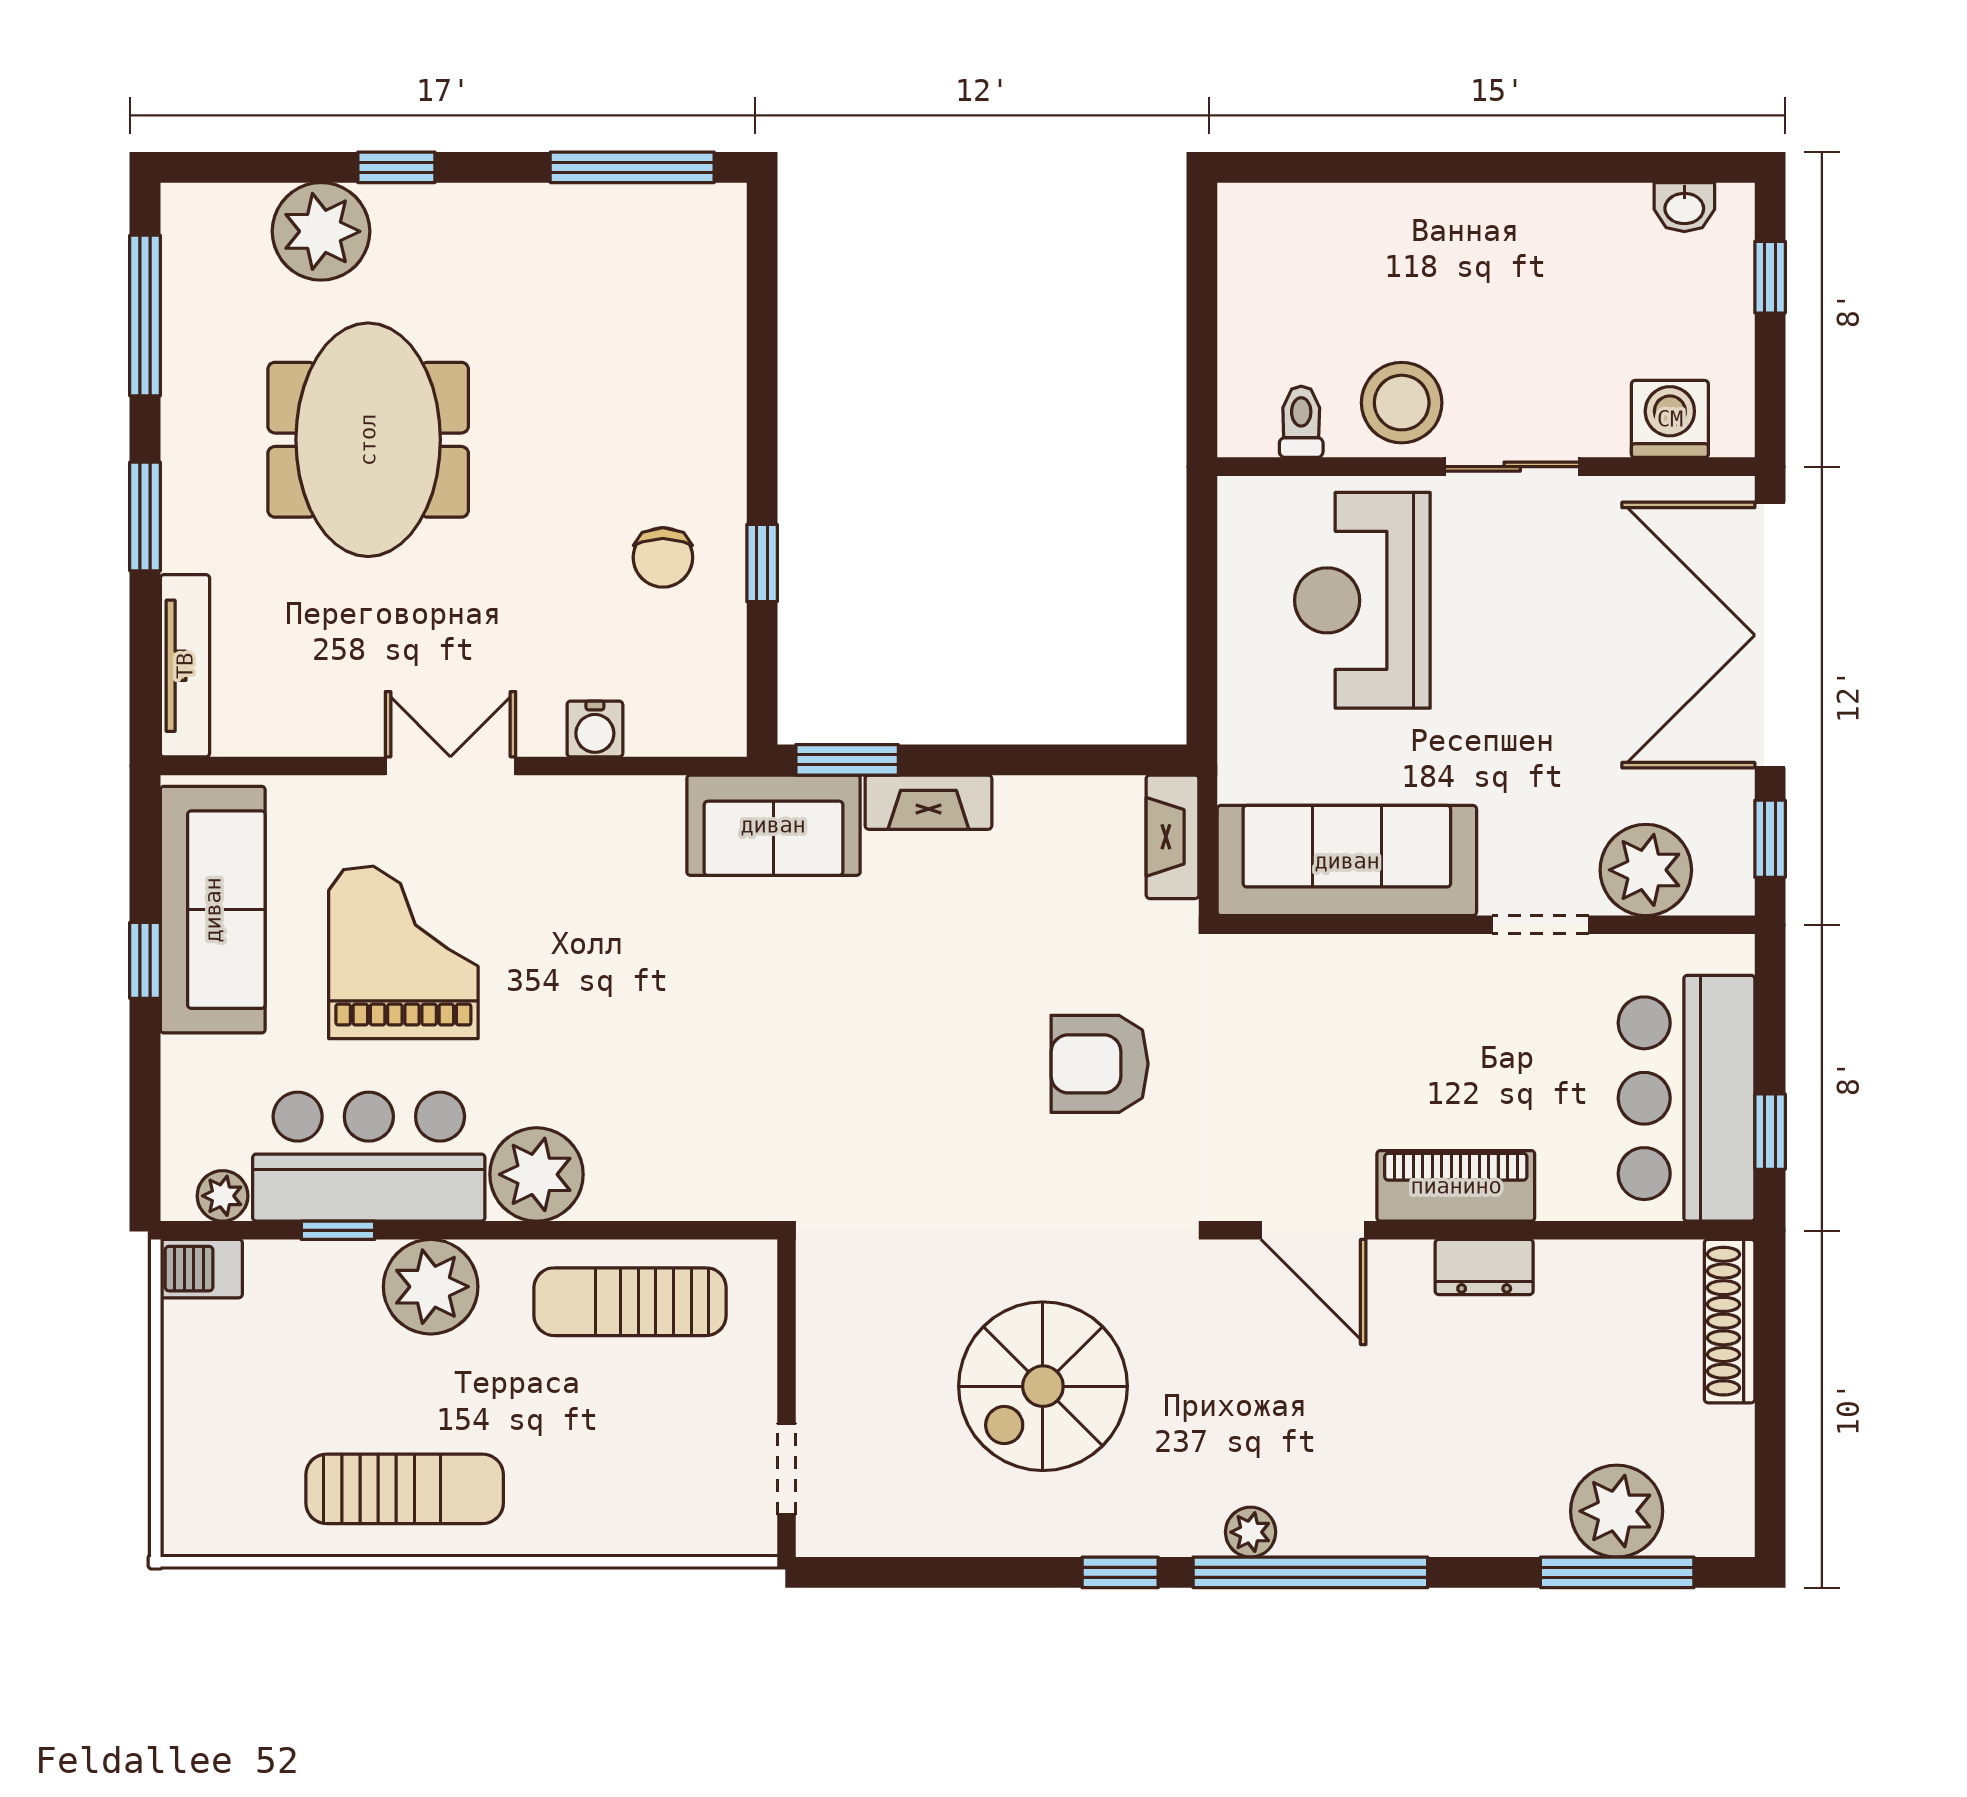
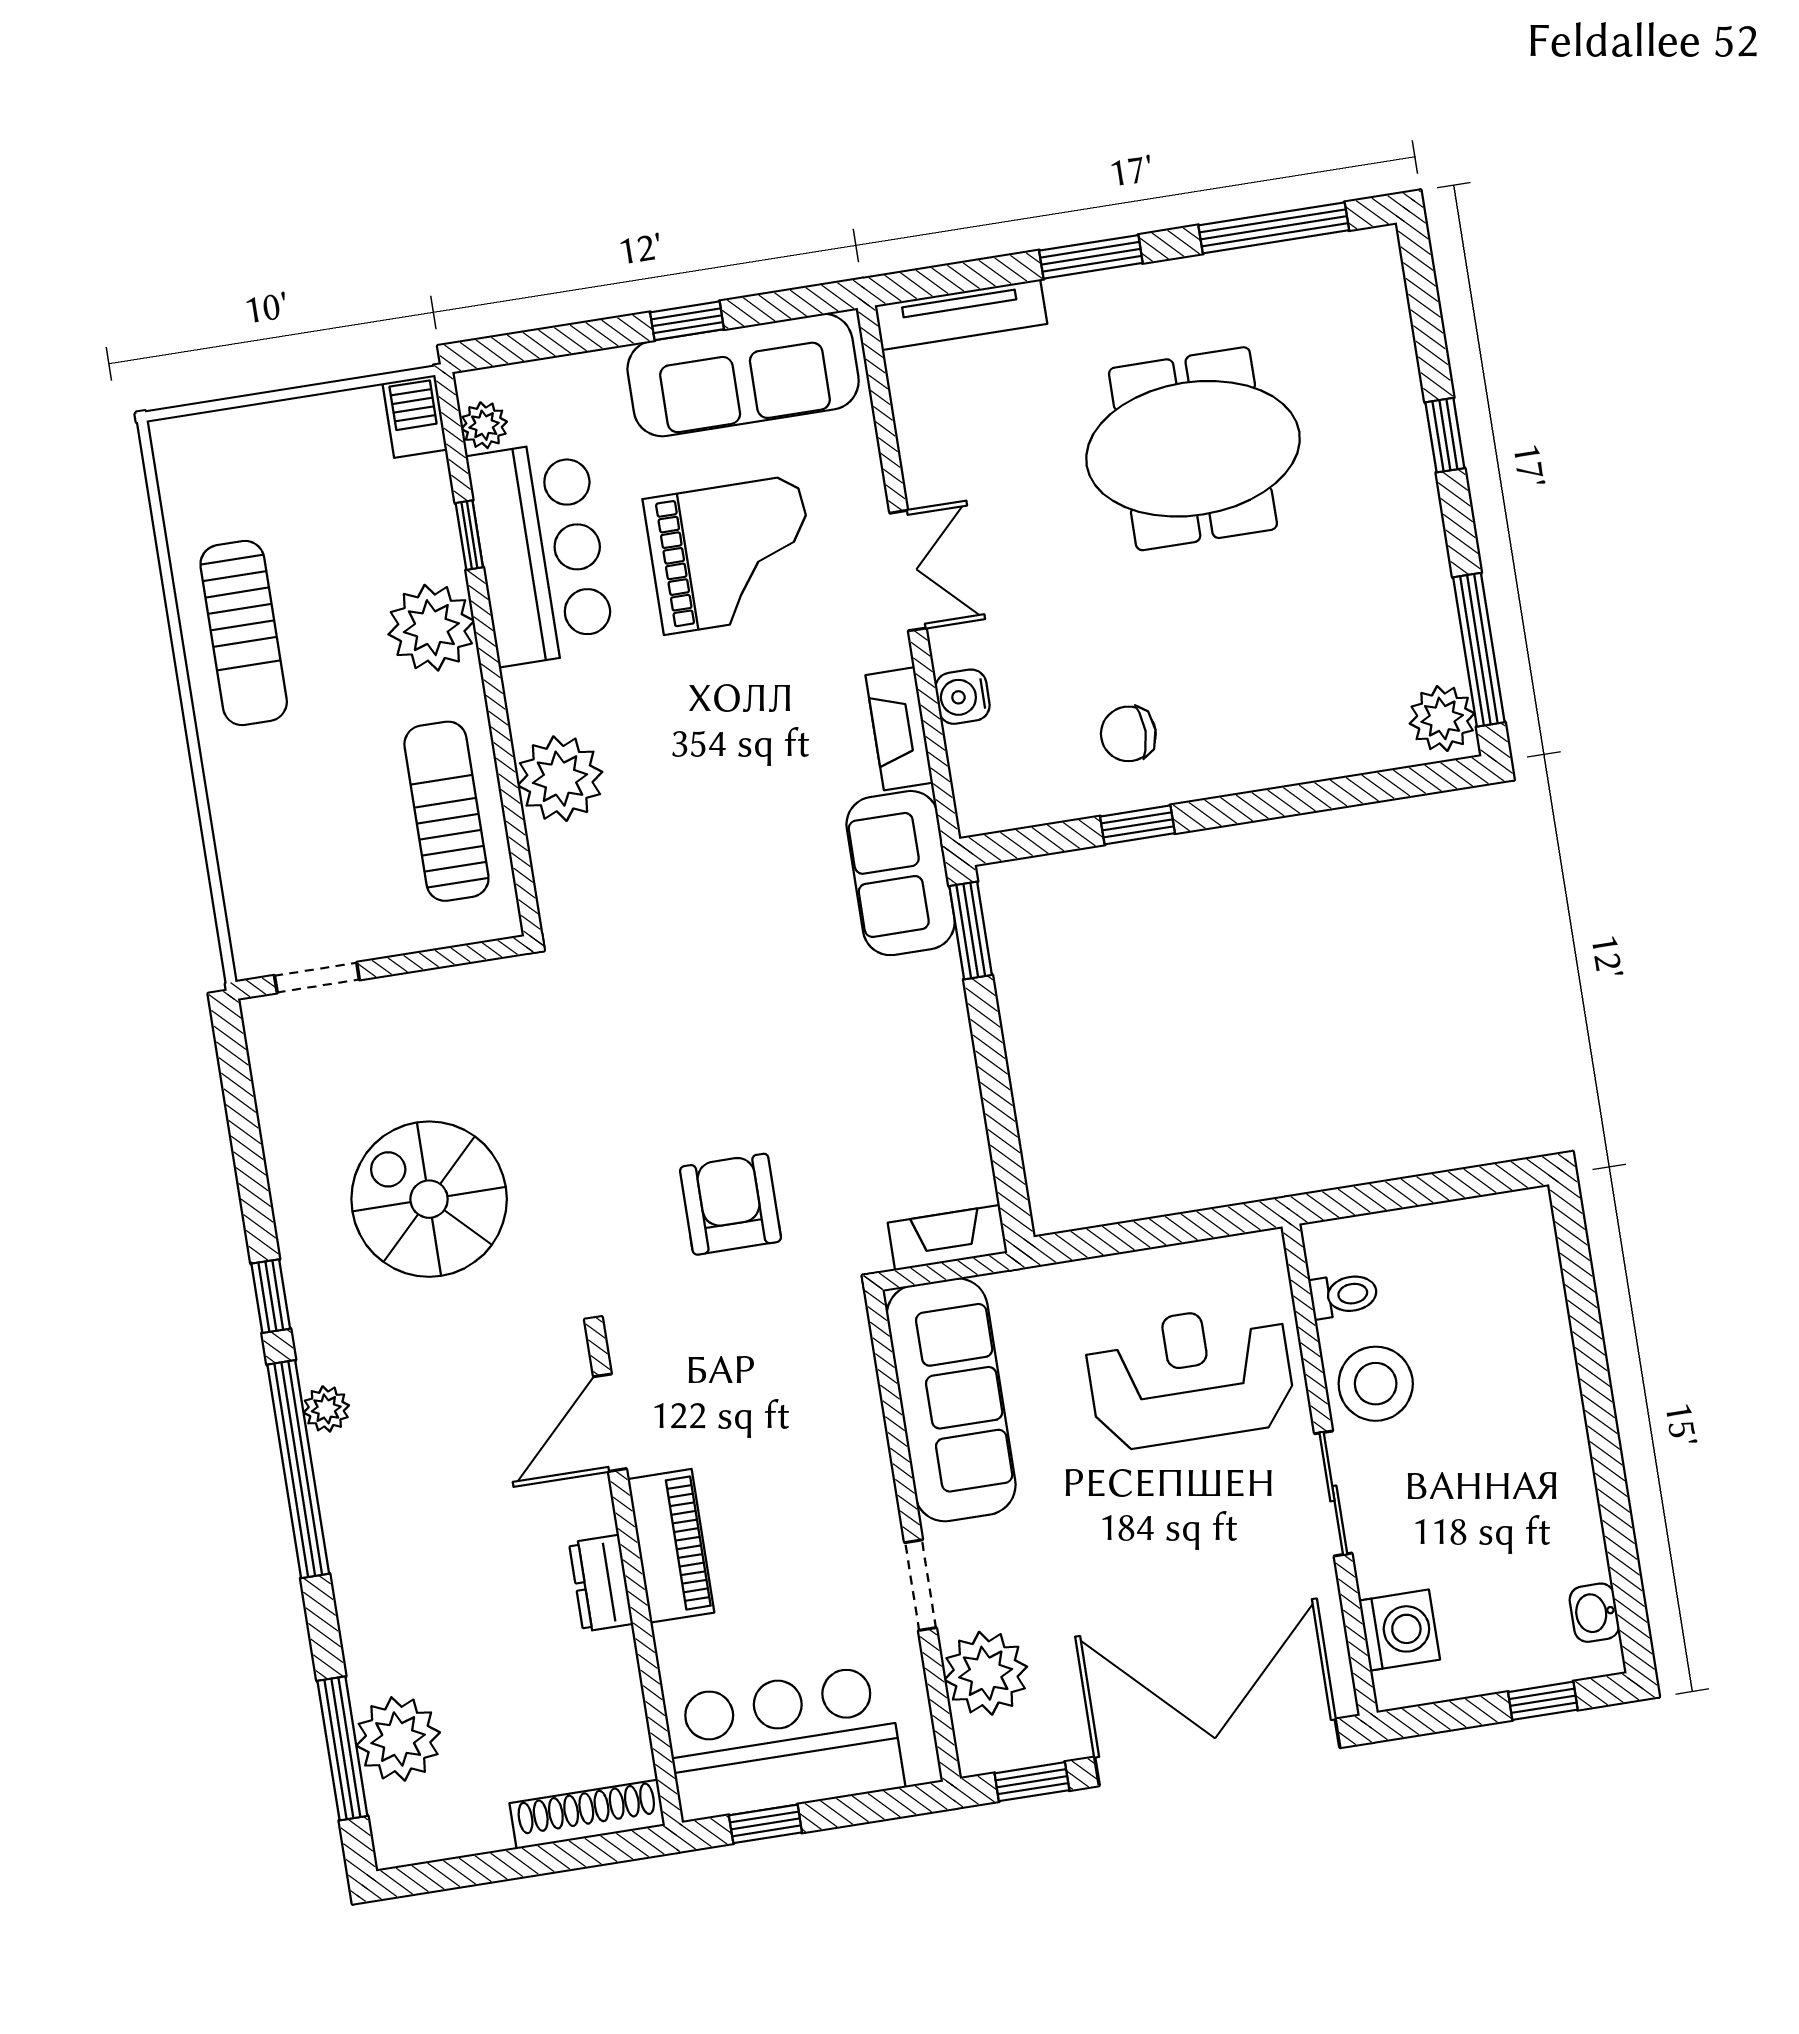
plant: (321, 231) -> (1442, 718), moved, width x0.73, depth x0.73
fireplace: (928, 802) -> (899, 729), moved
plant: (536, 1174) -> (560, 779), moved

